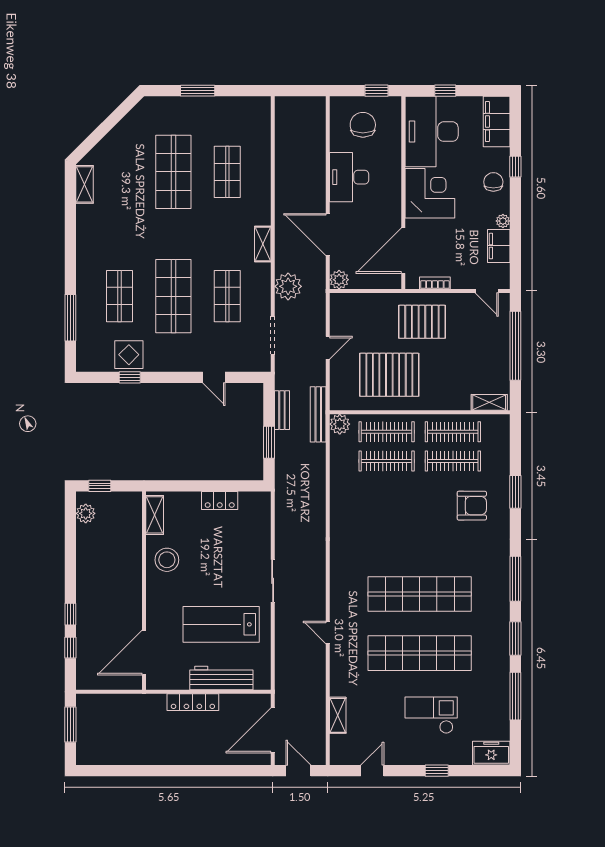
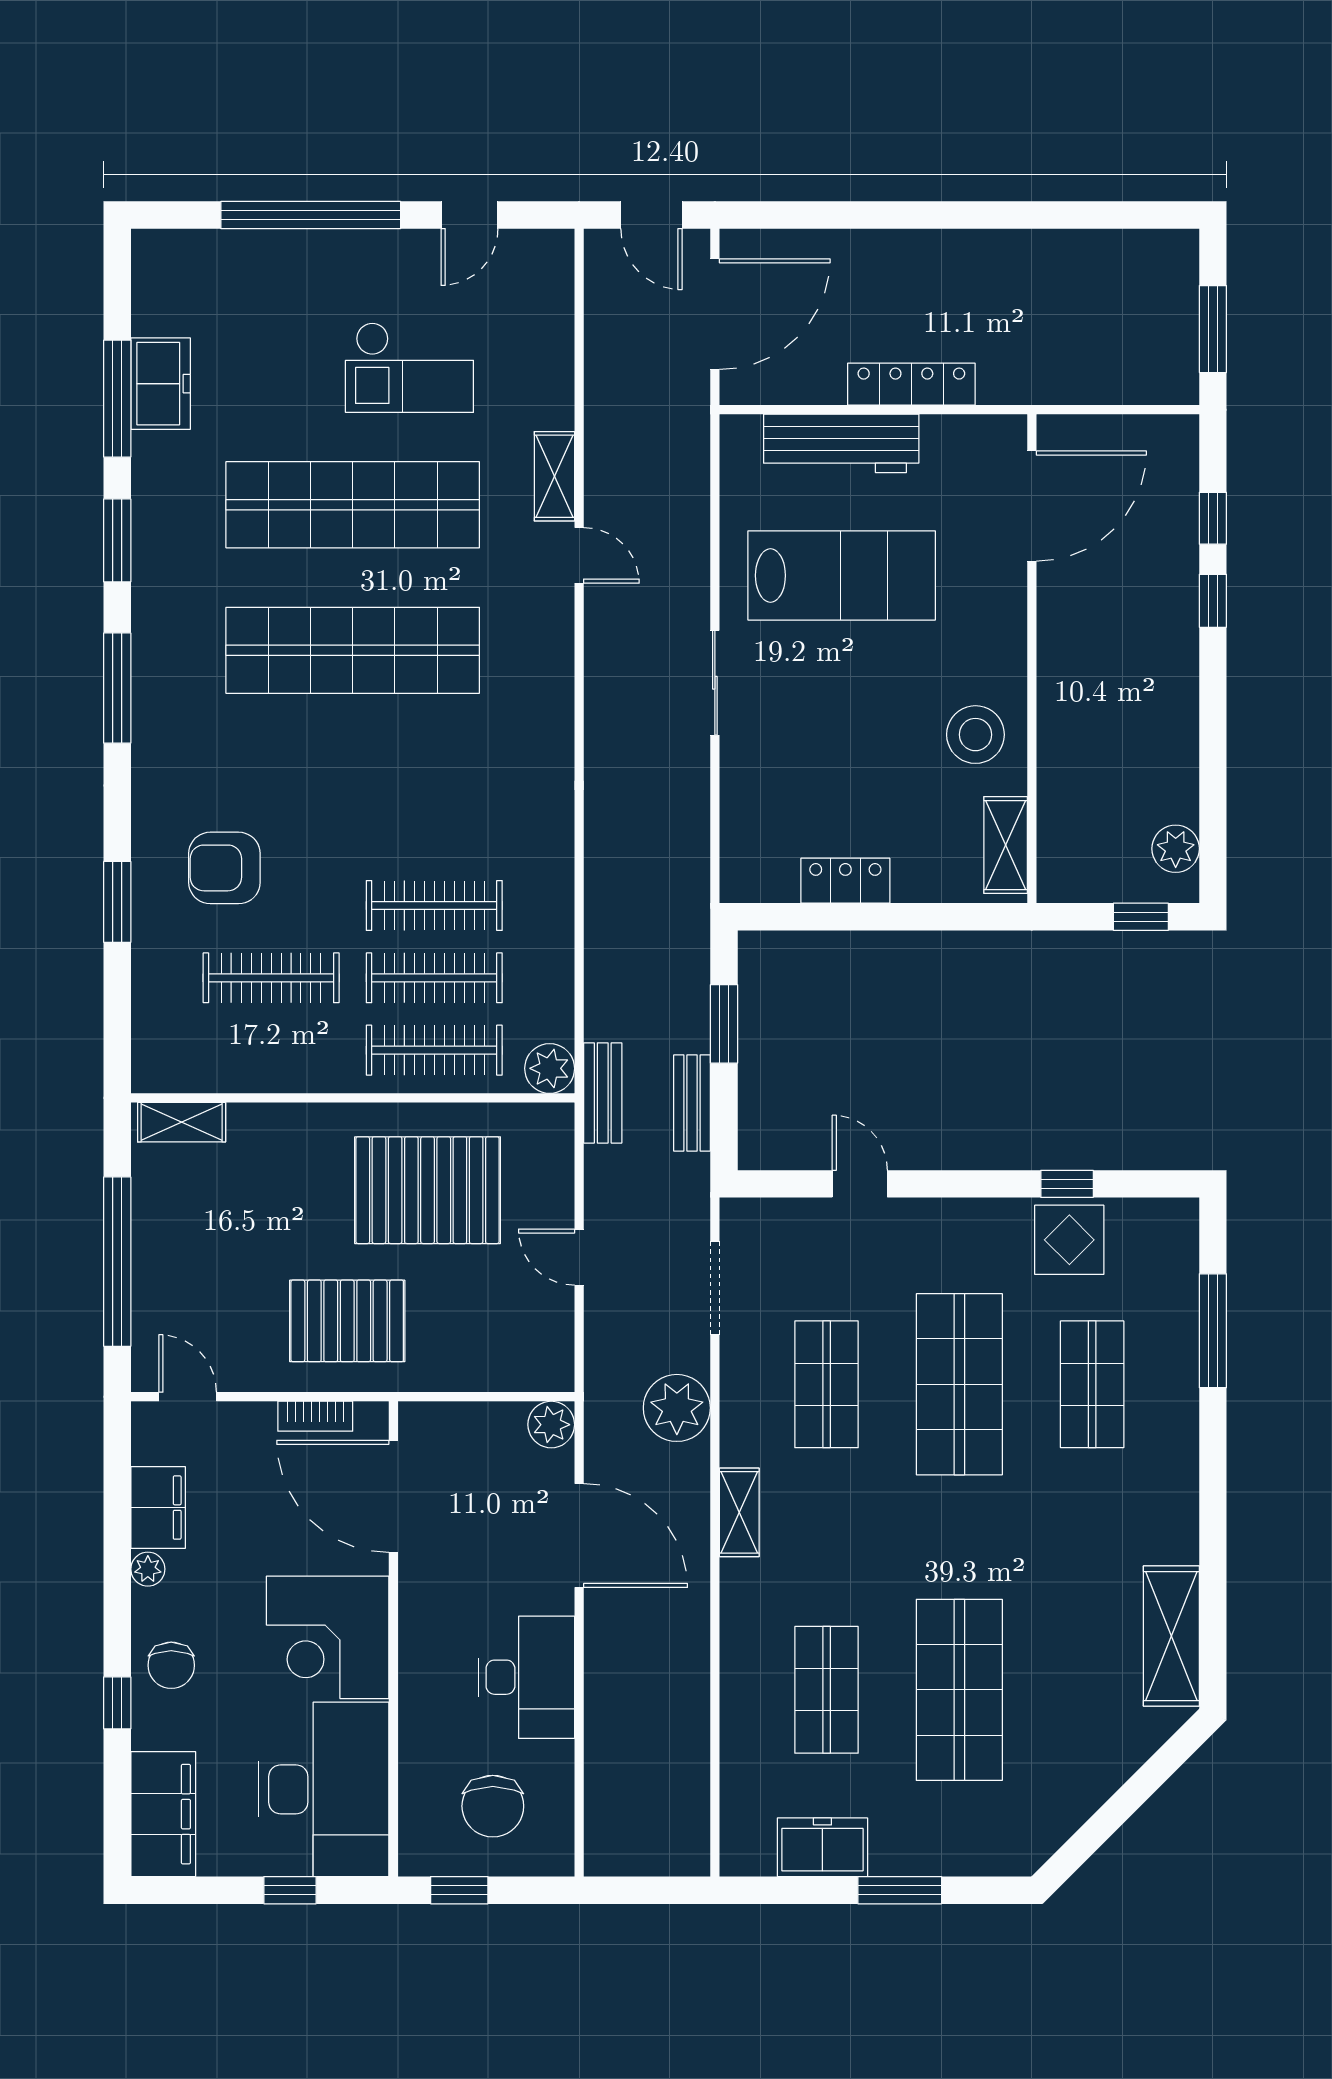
freezer: (229, 108) -> (822, 1847), added
shelving: (85, 184) -> (1171, 1636), width x1.50, depth x1.33
door: (403, 251) -> (393, 1496), swing flipped
door: (328, 348) -> (579, 1257), hinge flipped
bench: (318, 414) -> (603, 1093), width x0.73
clothes rail: (453, 432) -> (434, 906), moved
shelving: (338, 715) -> (554, 476), moved
checkout: (431, 715) -> (409, 367), moved
freezer: (491, 753) -> (161, 384), moved, turned -90
window: (437, 771) -> (311, 215), width x3.17

